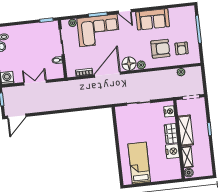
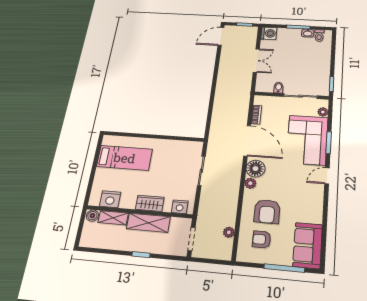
sofa: (153, 19) -> (308, 245), moved
door: (17, 116) -> (221, 36), hinge flipped
nightstand: (172, 151) -> (110, 199), moved

